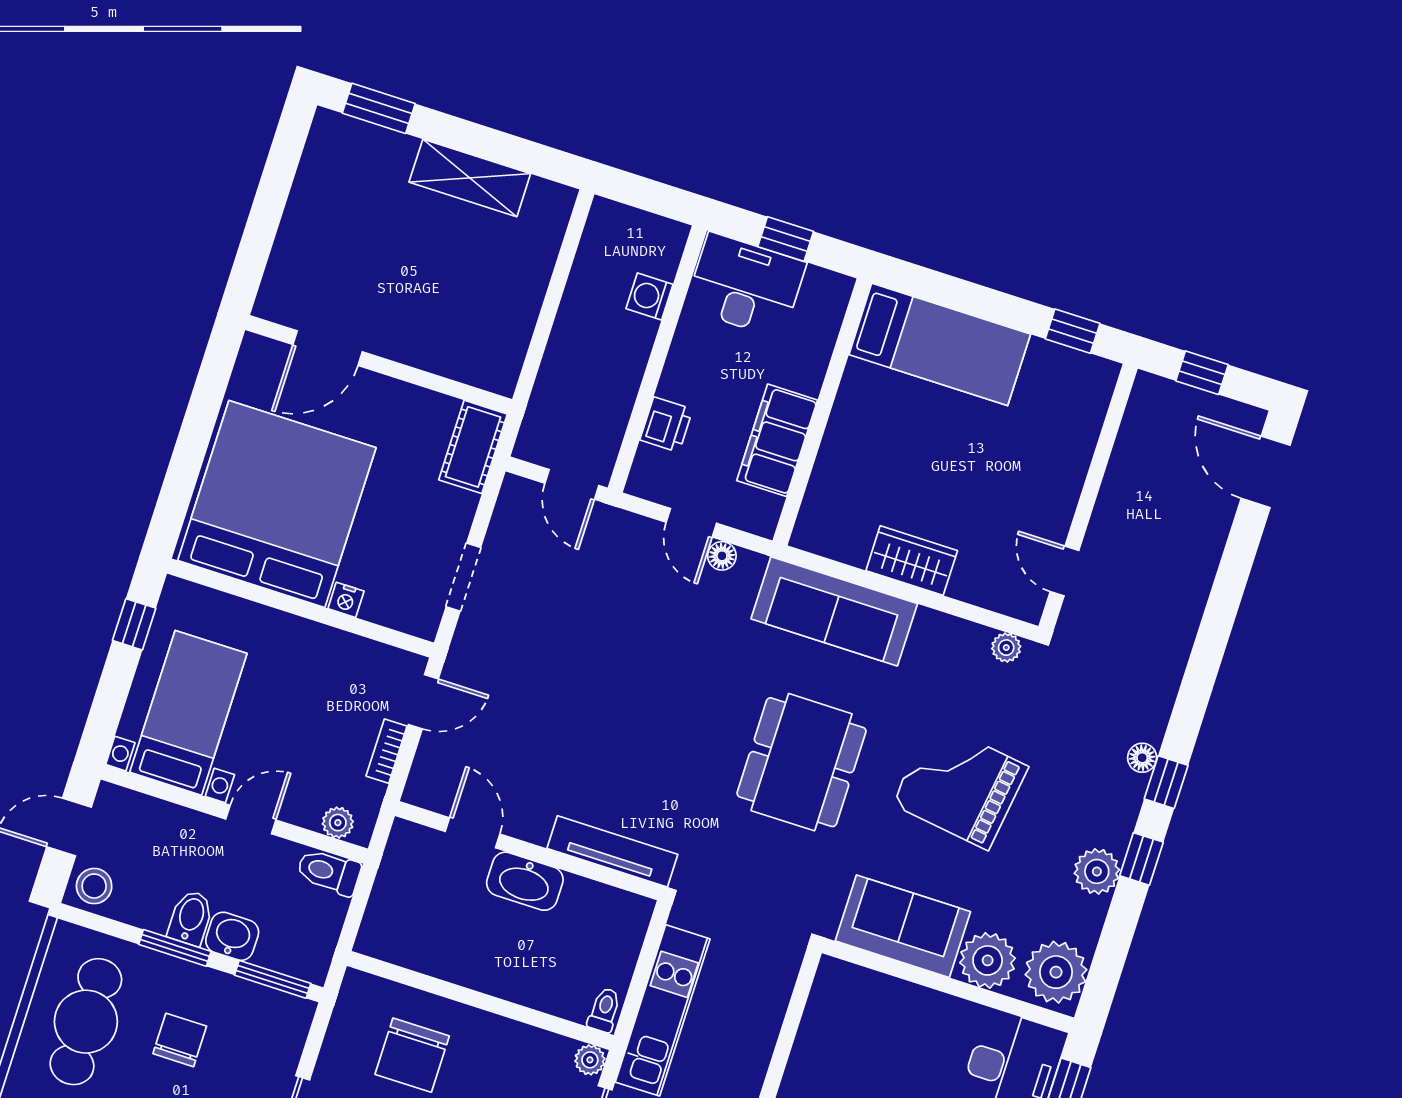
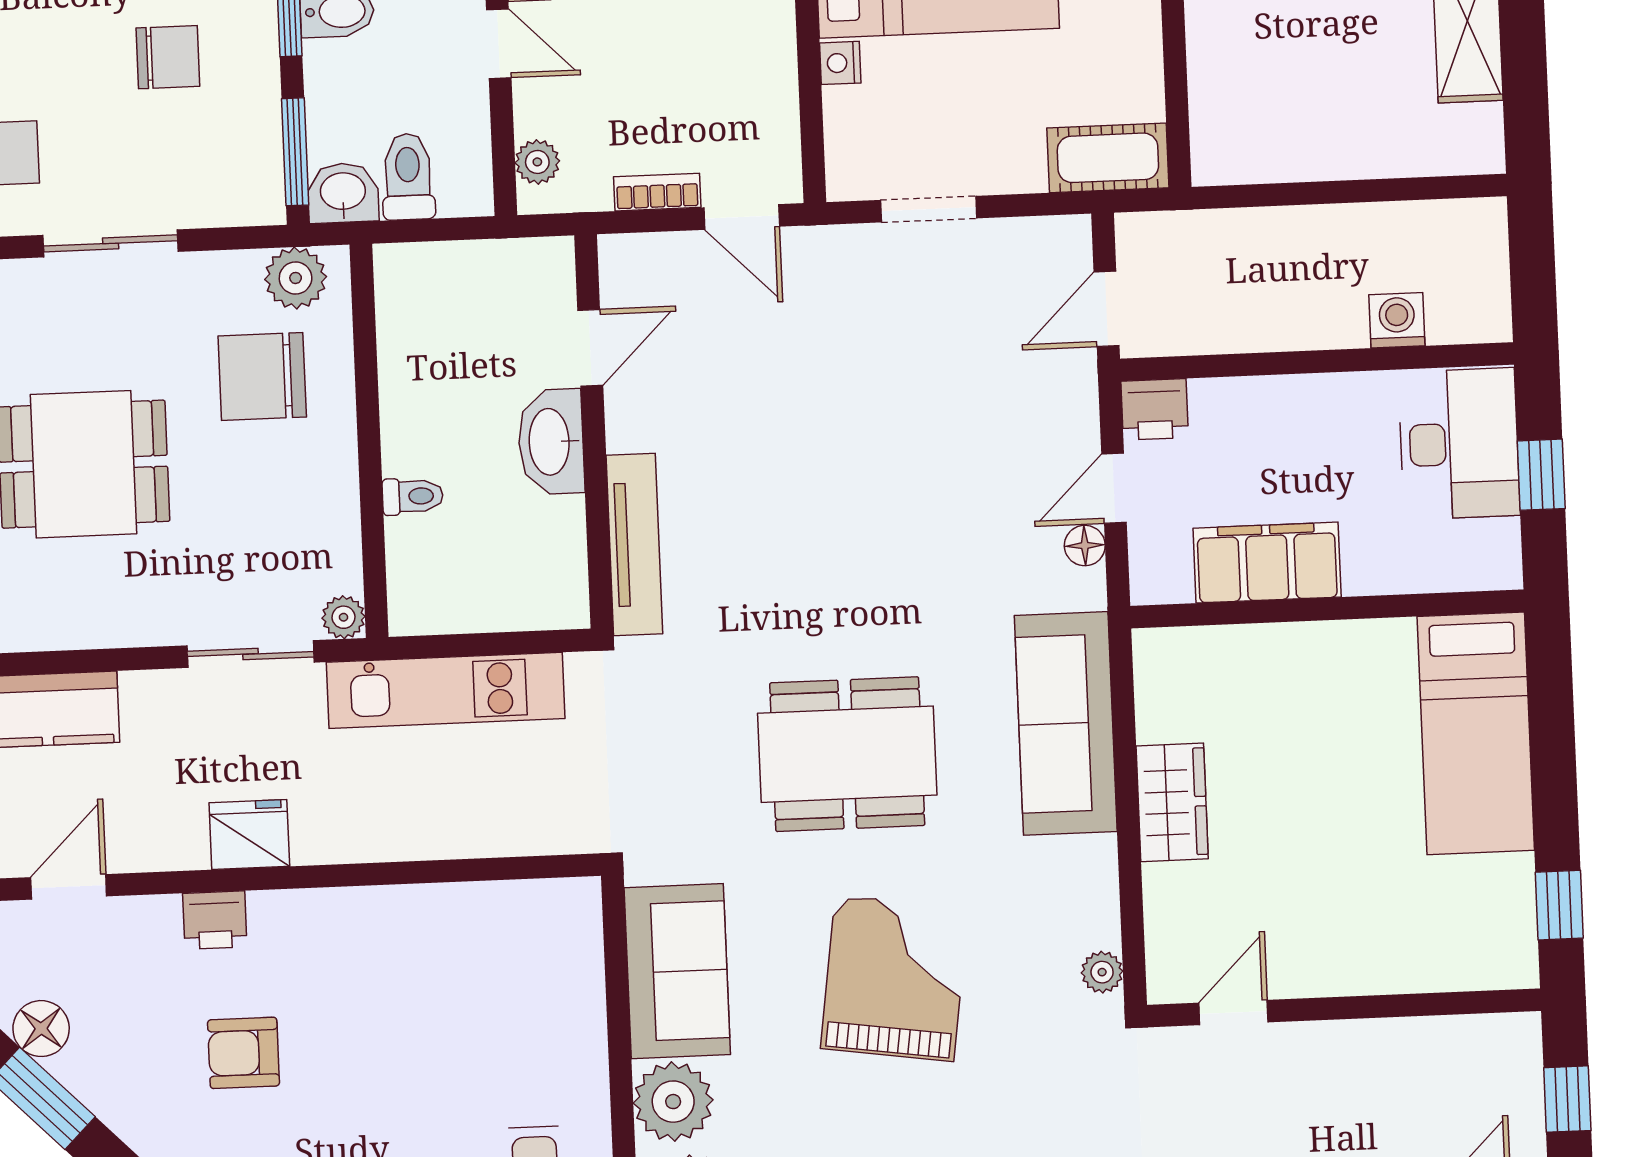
printer: (666, 425) -> (1155, 409), moved
toilet: (329, 872) -> (408, 177), moved
washbasin: (232, 936) -> (343, 193), moved, turned -90
plant: (356, 1009) -> (296, 278), added
toilet: (604, 1010) -> (413, 496), moved

